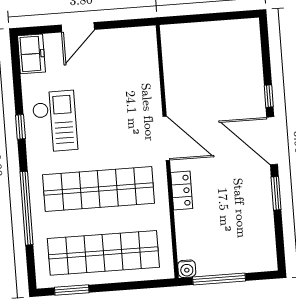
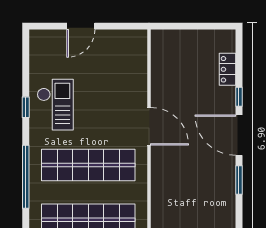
freezer: (31, 54) -> (40, 46), removed
locker: (182, 191) -> (227, 69), moved, turned 180

